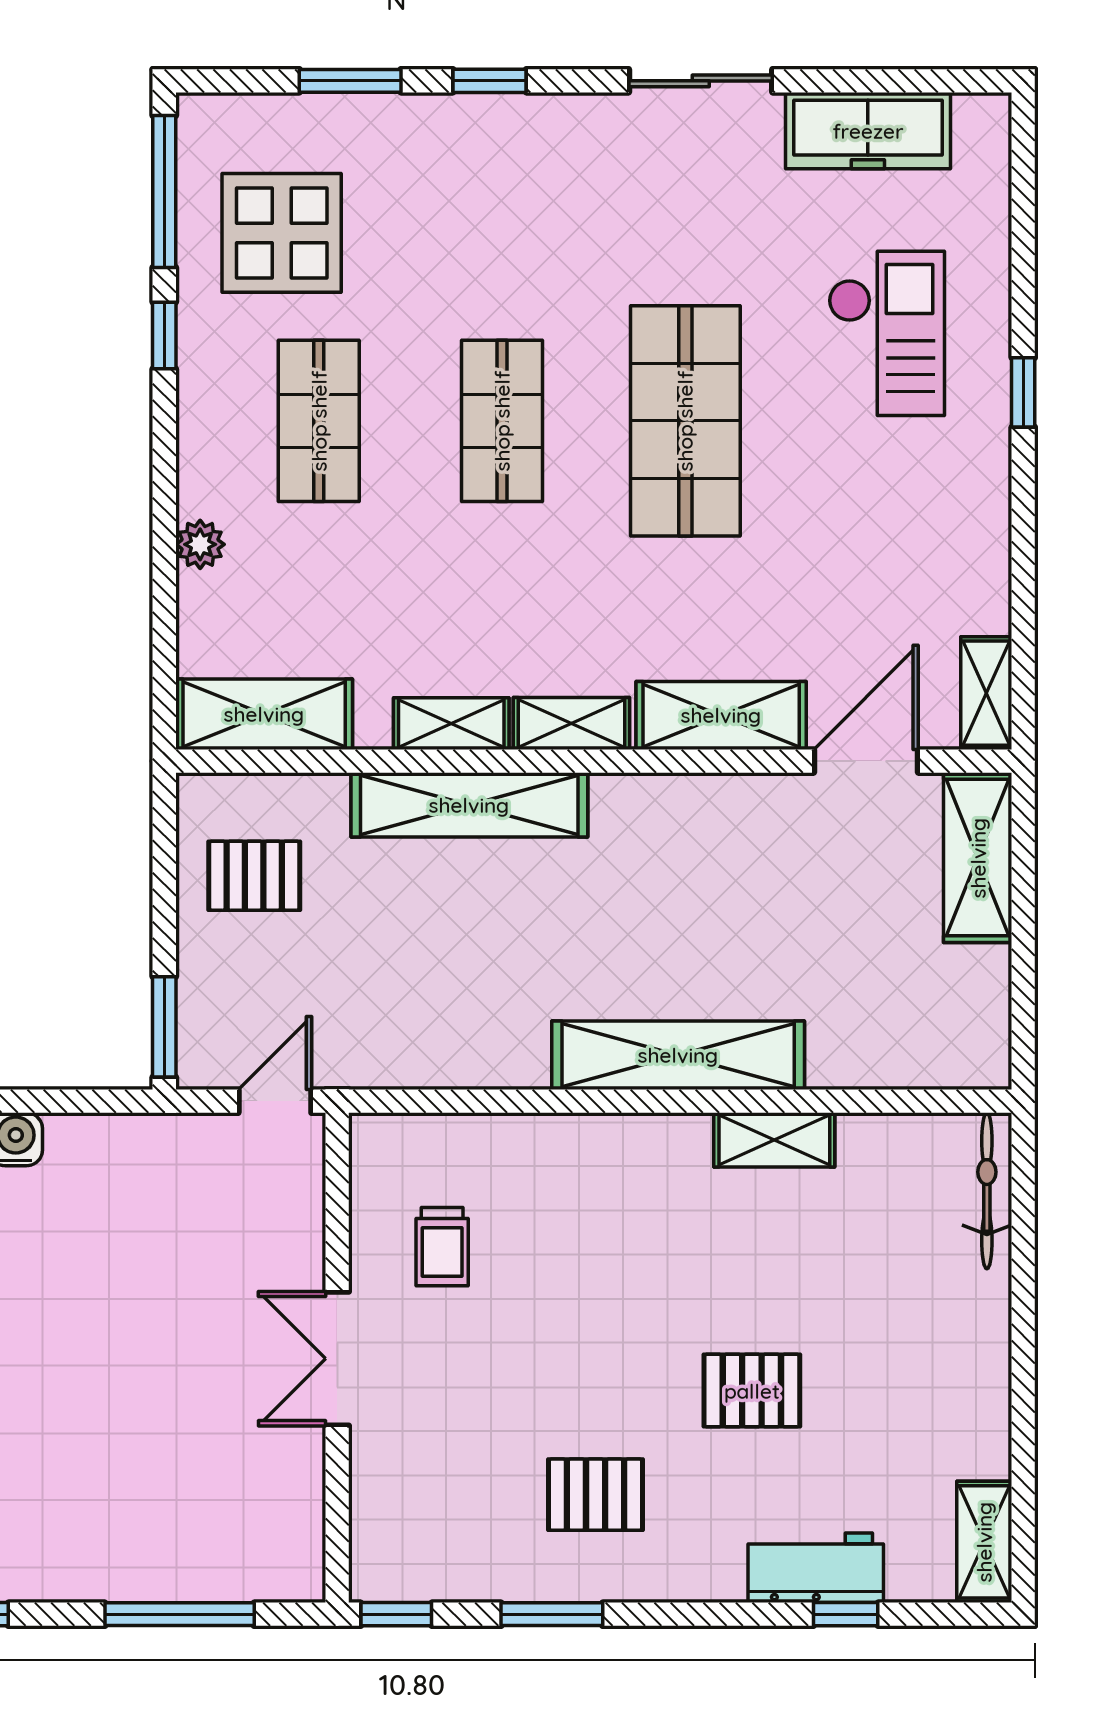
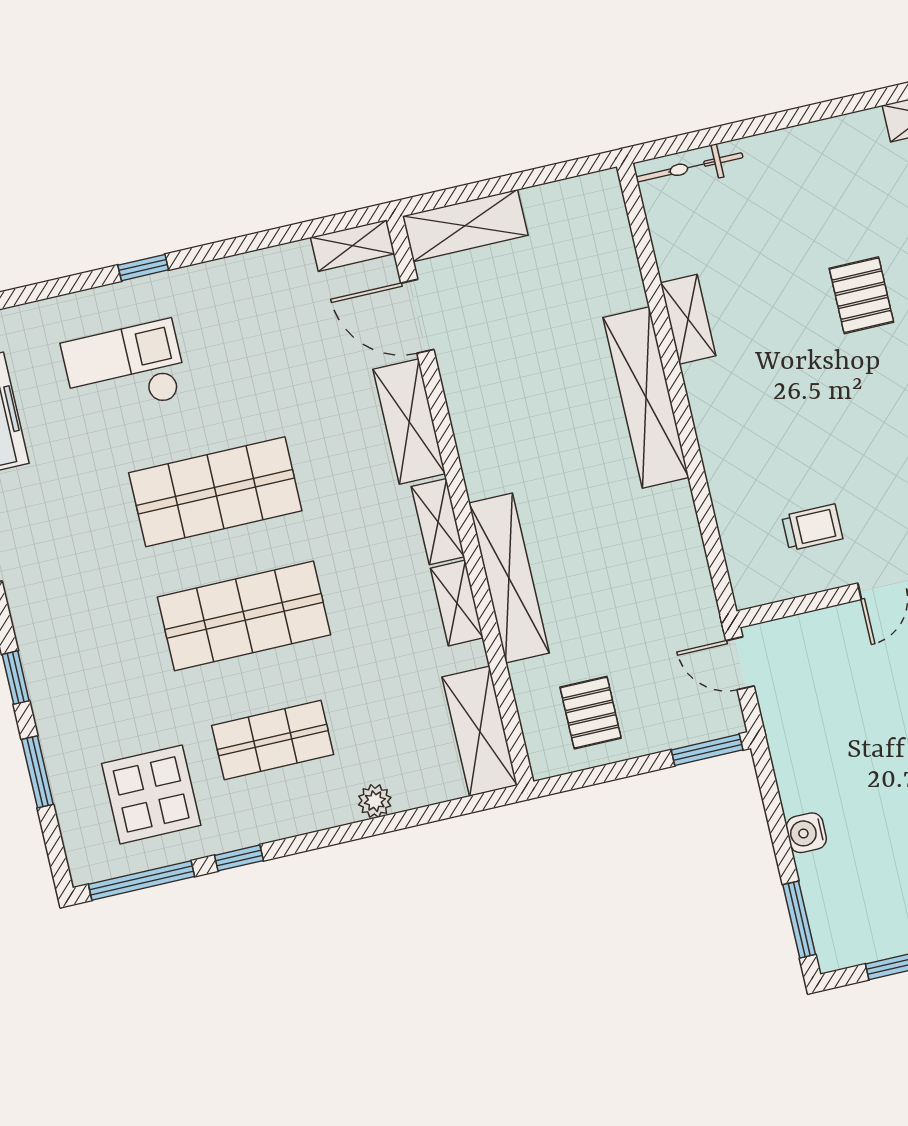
shop shelf: (502, 421) -> (244, 616), width x1.43, depth x1.36

